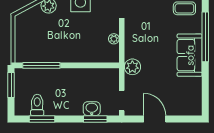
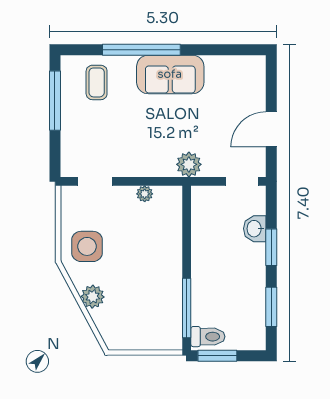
toilet: (37, 105) -> (208, 337), moved, turned 180
window: (95, 119) -> (271, 247), moved

